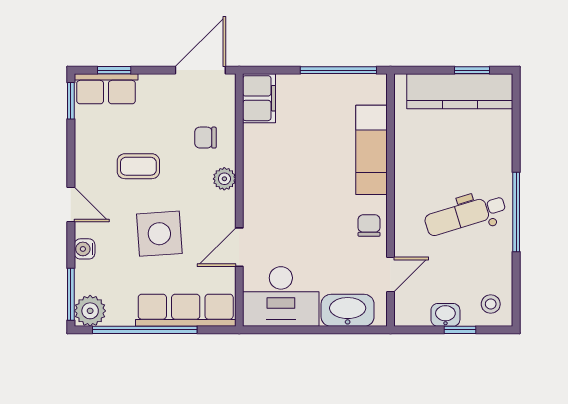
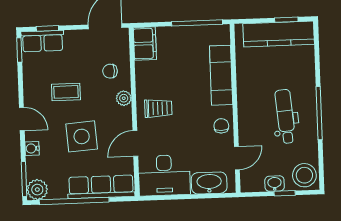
trolley: (276, 196) -> (158, 108), added
dental chair: (465, 215) -> (285, 116), turned 102
stool: (491, 304) -> (304, 175), width x1.89, depth x1.89

